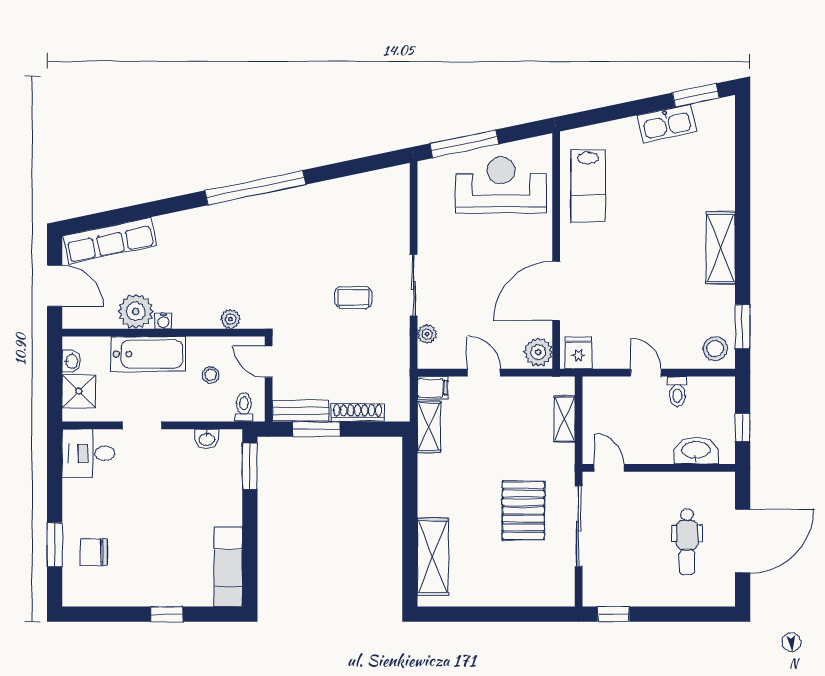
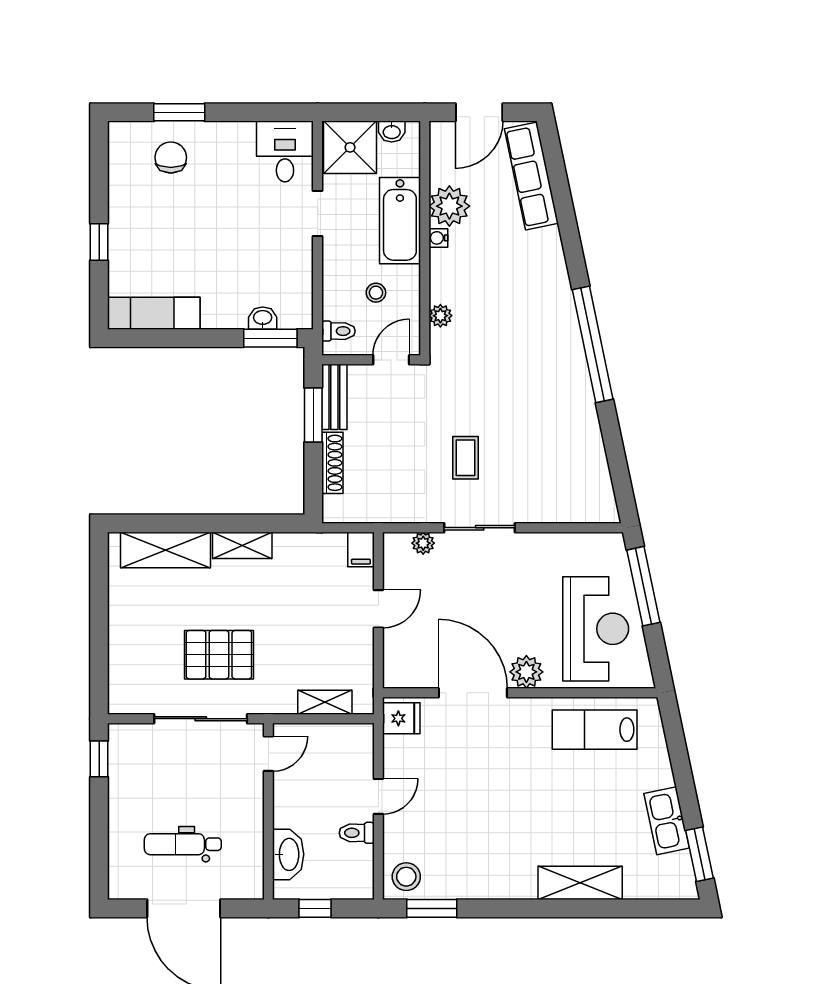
shelving: (721, 248) -> (580, 883), moved
plant: (538, 352) -> (526, 672), moved
shower: (79, 391) -> (350, 147), width x1.36, depth x1.36
shelving: (429, 427) -> (242, 545), moved
washbasin: (207, 439) -> (263, 318), moved, turned 90

